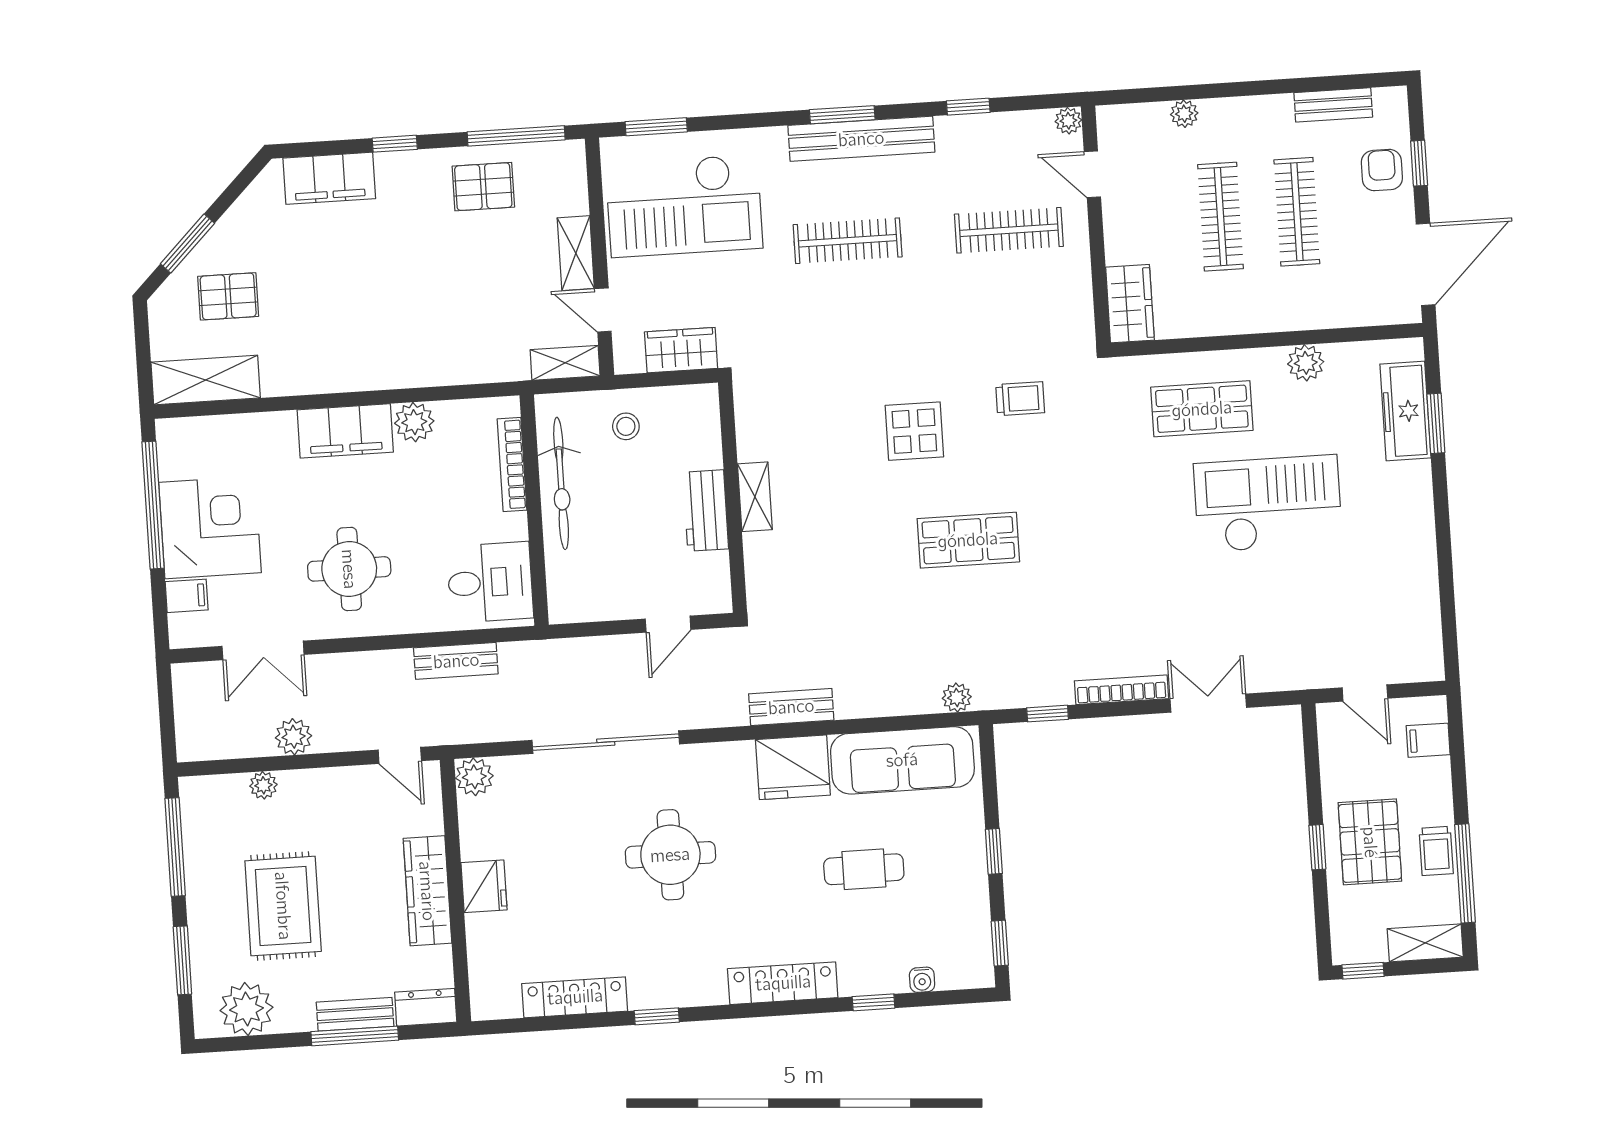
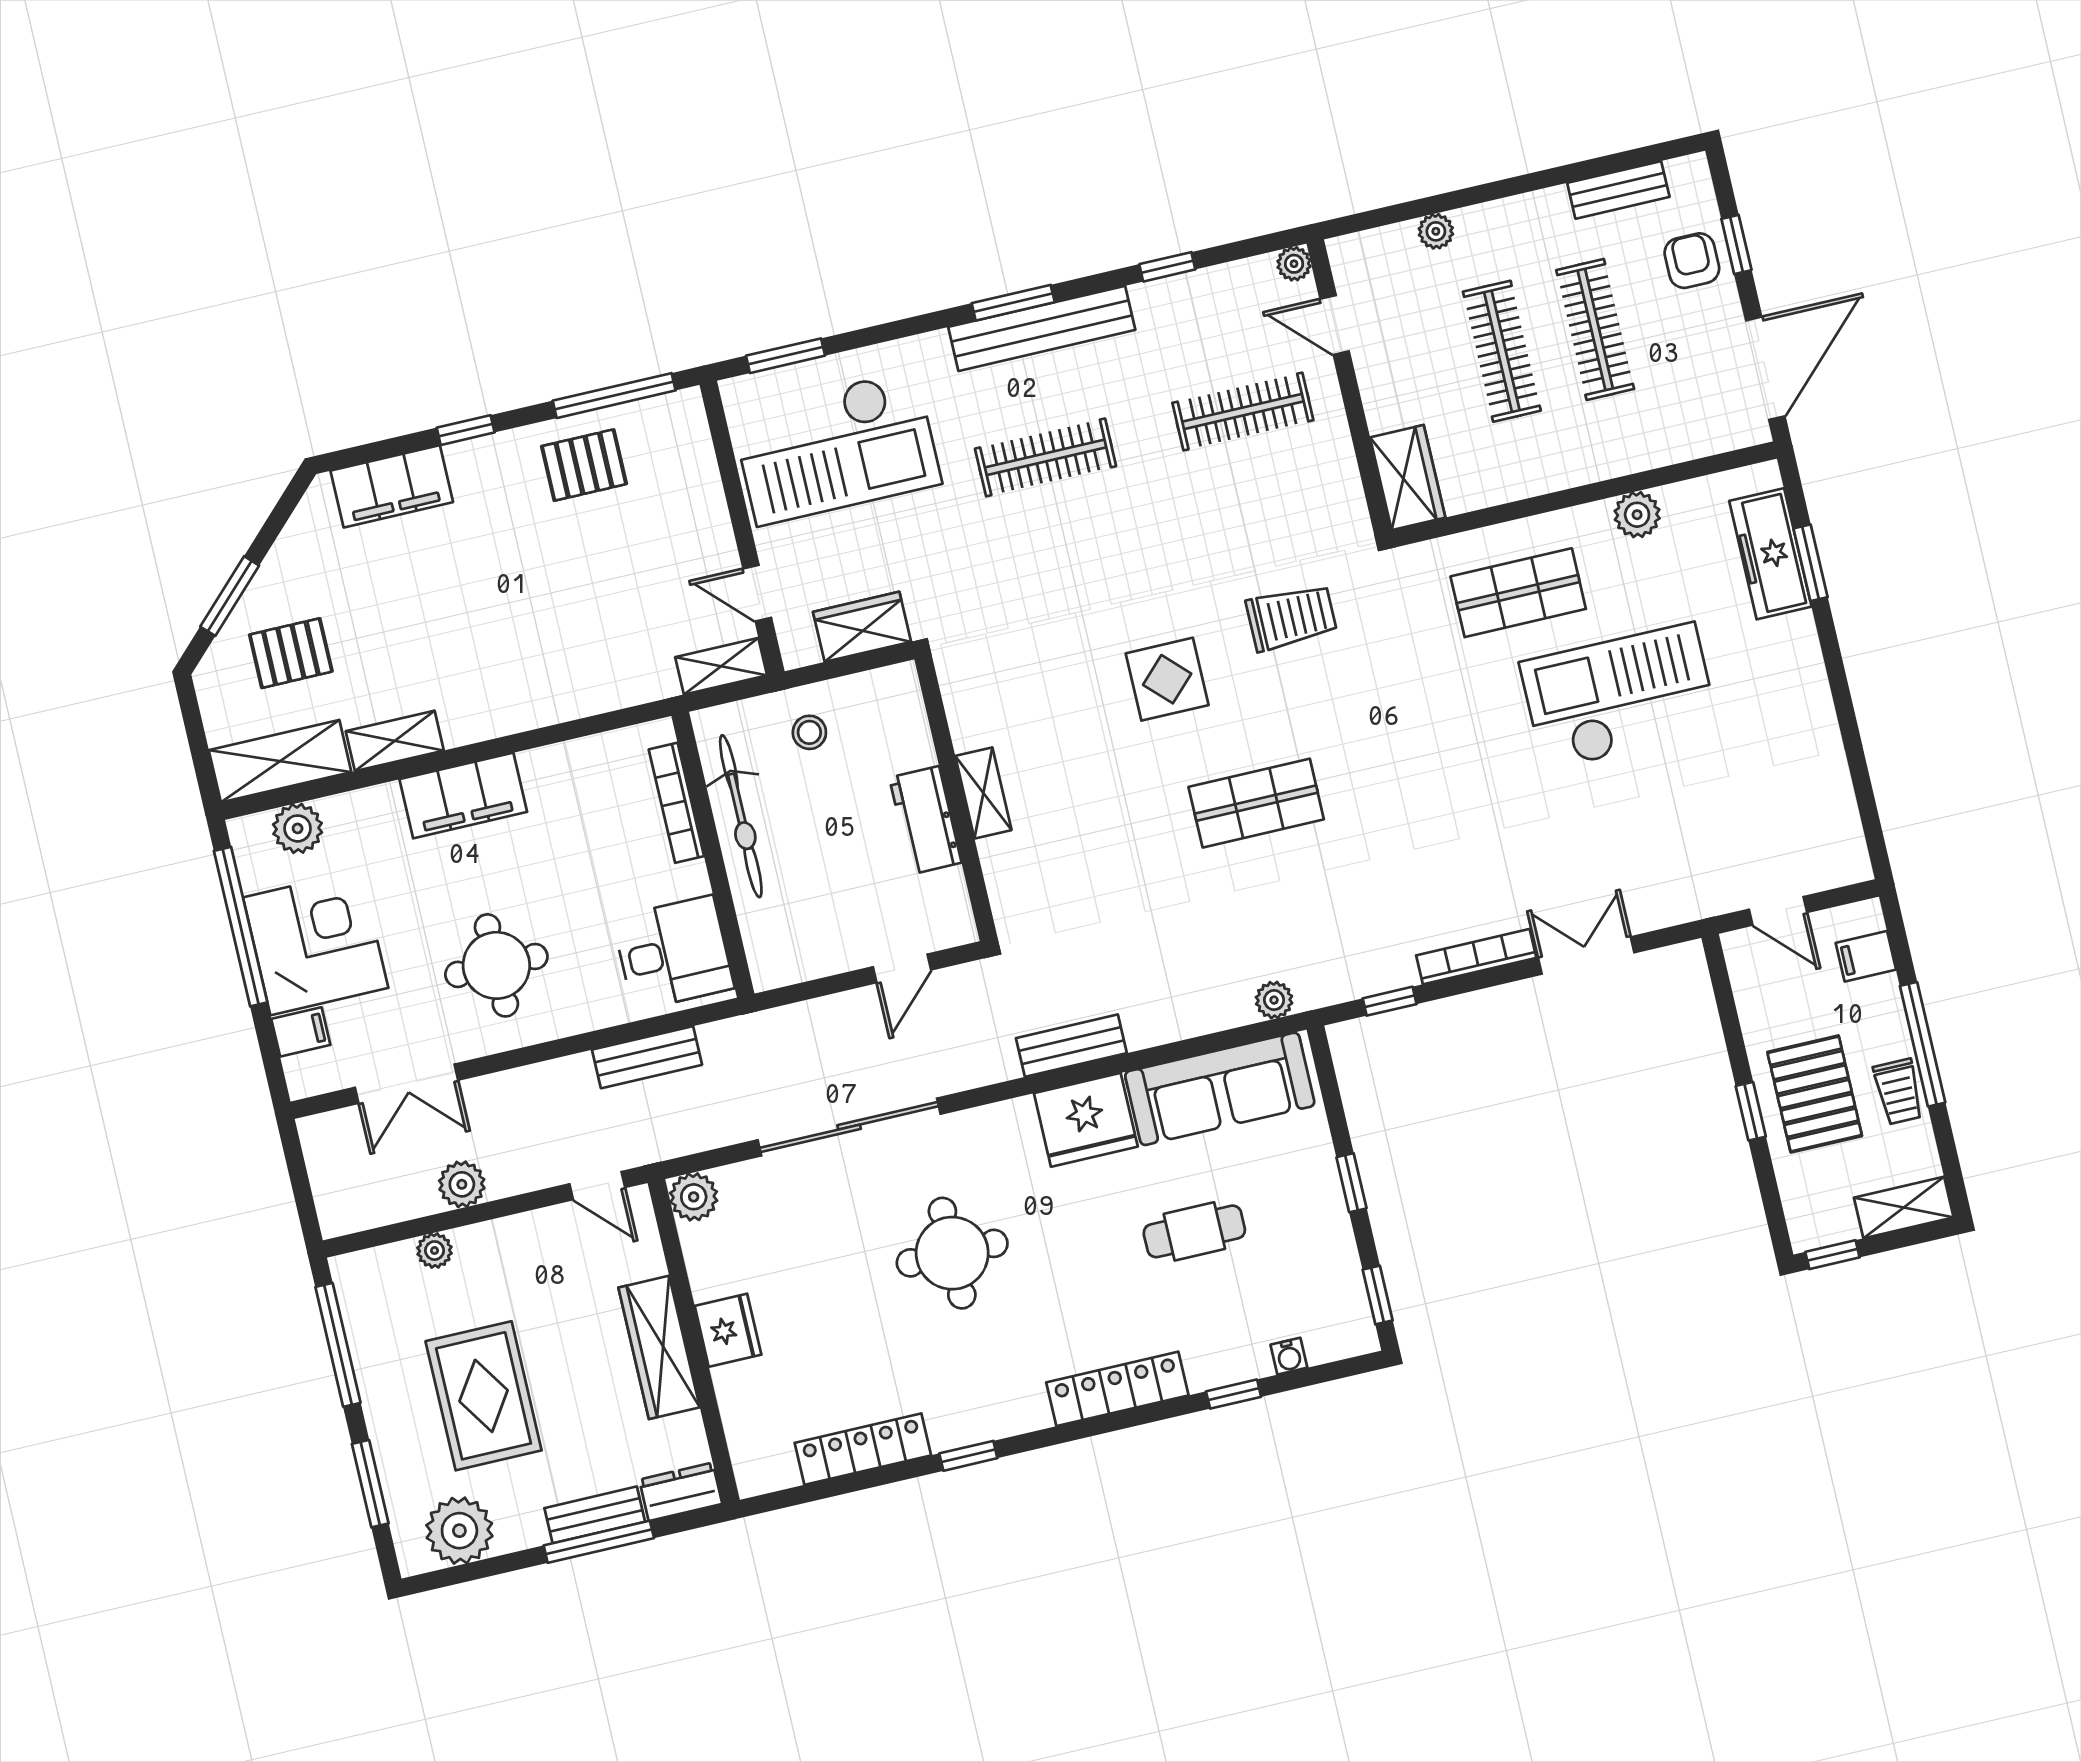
shelving: (576, 253) -> (395, 741), moved, turned 90
trolley: (1020, 399) -> (1291, 617), width x1.36, depth x1.39
plant: (414, 422) -> (298, 828), moved
window: (1465, 873) -> (1923, 1044), moved

